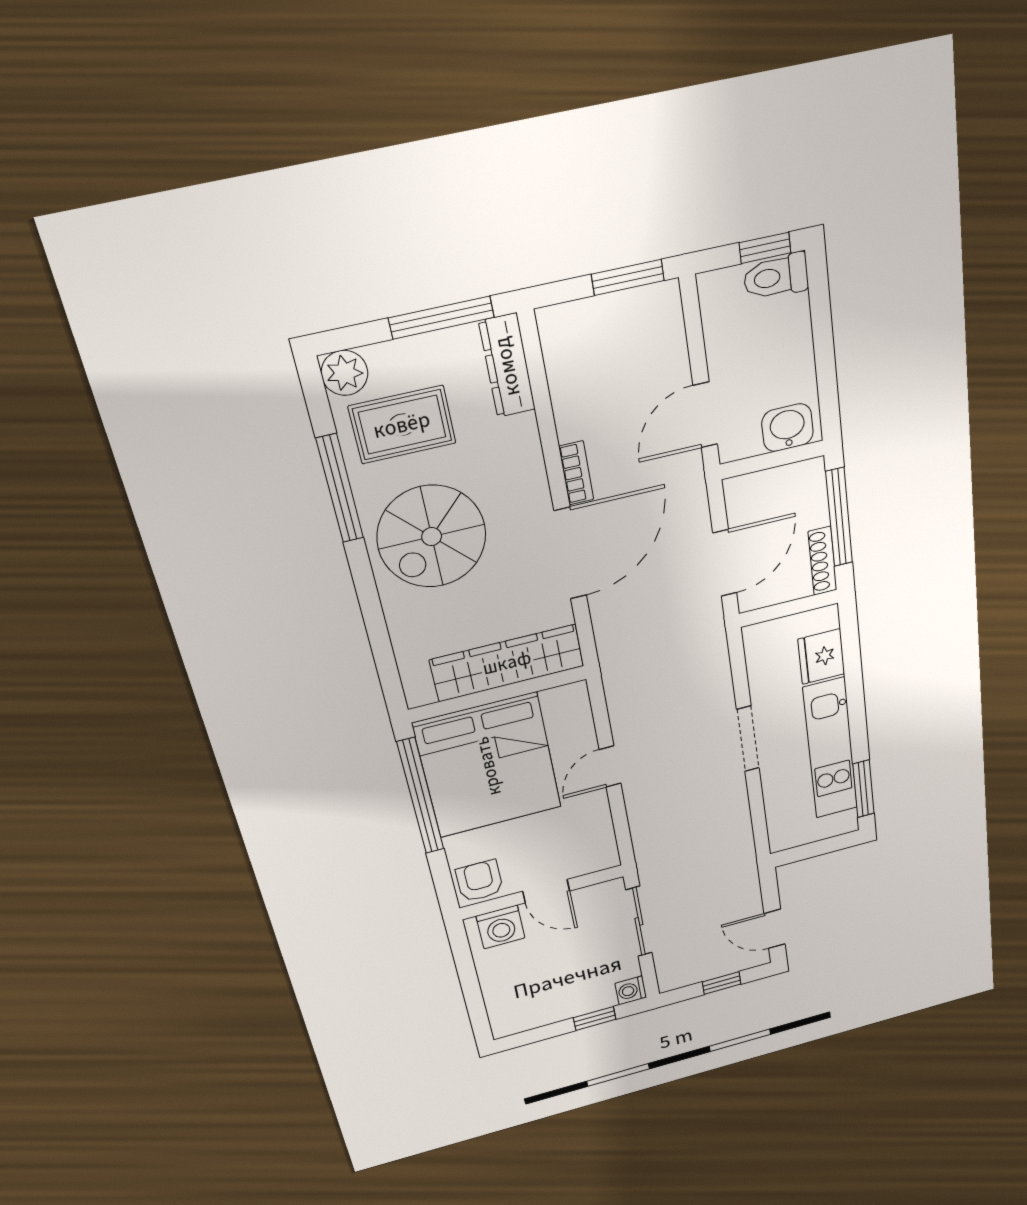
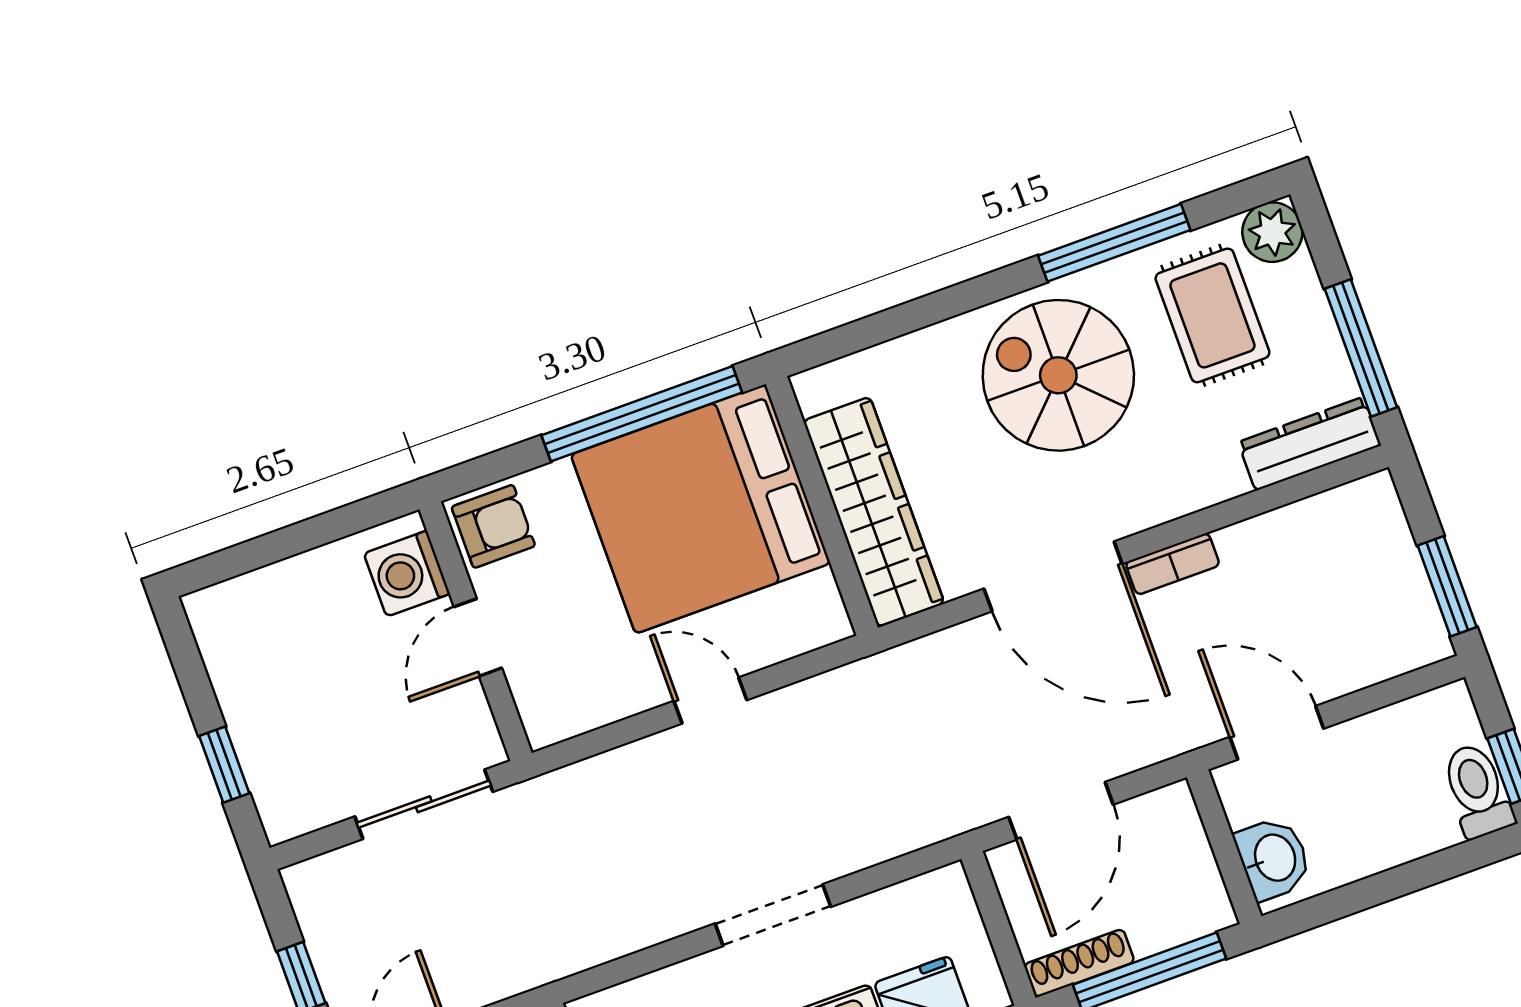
door: (725, 563) -> (1061, 811), hinge flipped
washing machine: (631, 990) -> (284, 817), removed

